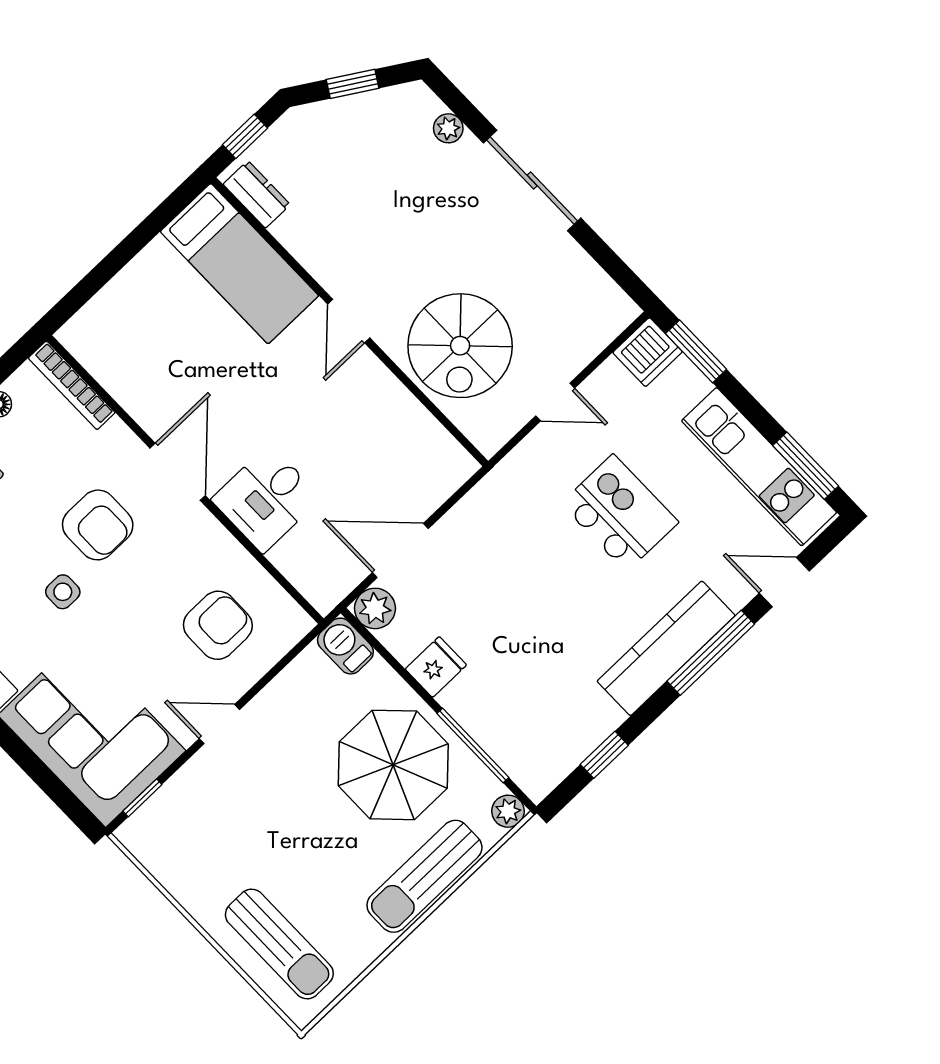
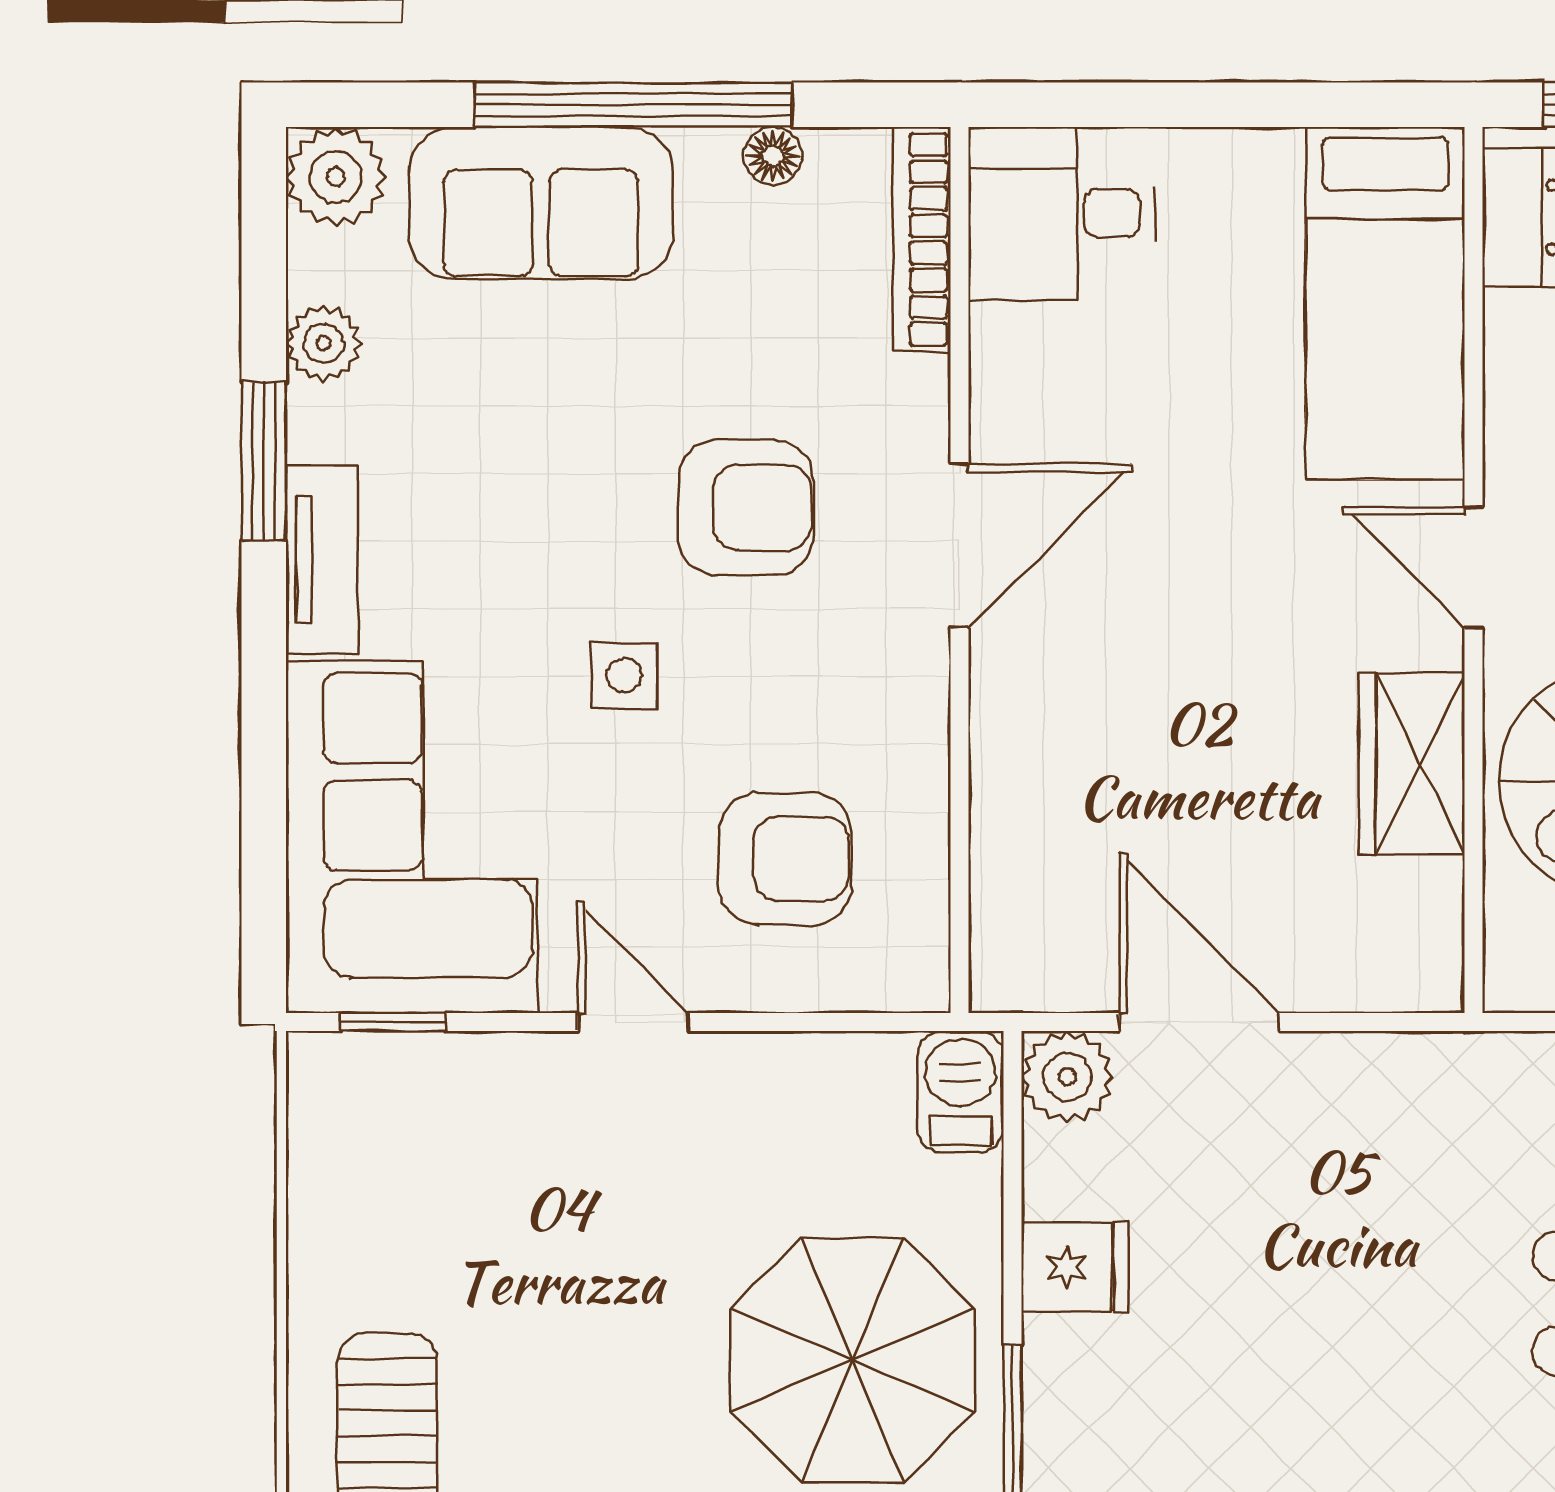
door: (349, 321) -> (1473, 568), hinge flipped
wardrobe: (389, 403) -> (1412, 764), added
desk: (266, 499) -> (1062, 213), moved
armchair: (98, 525) -> (746, 508), turned -90
side table: (63, 592) -> (624, 675), moved

